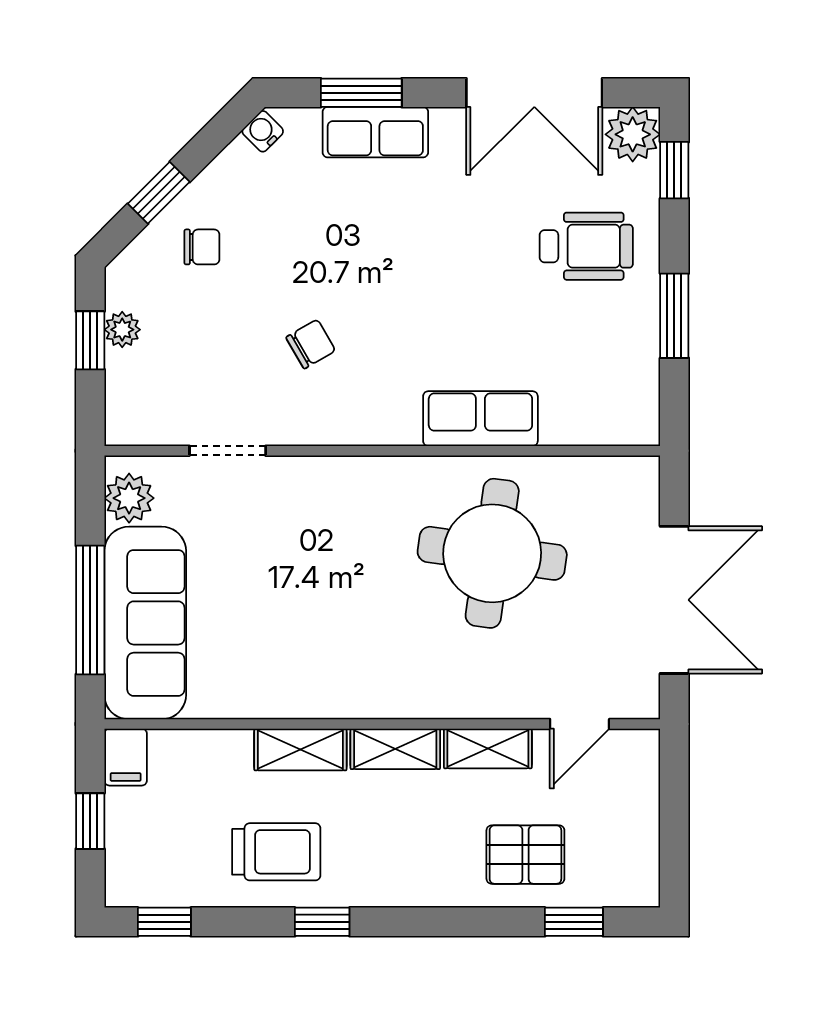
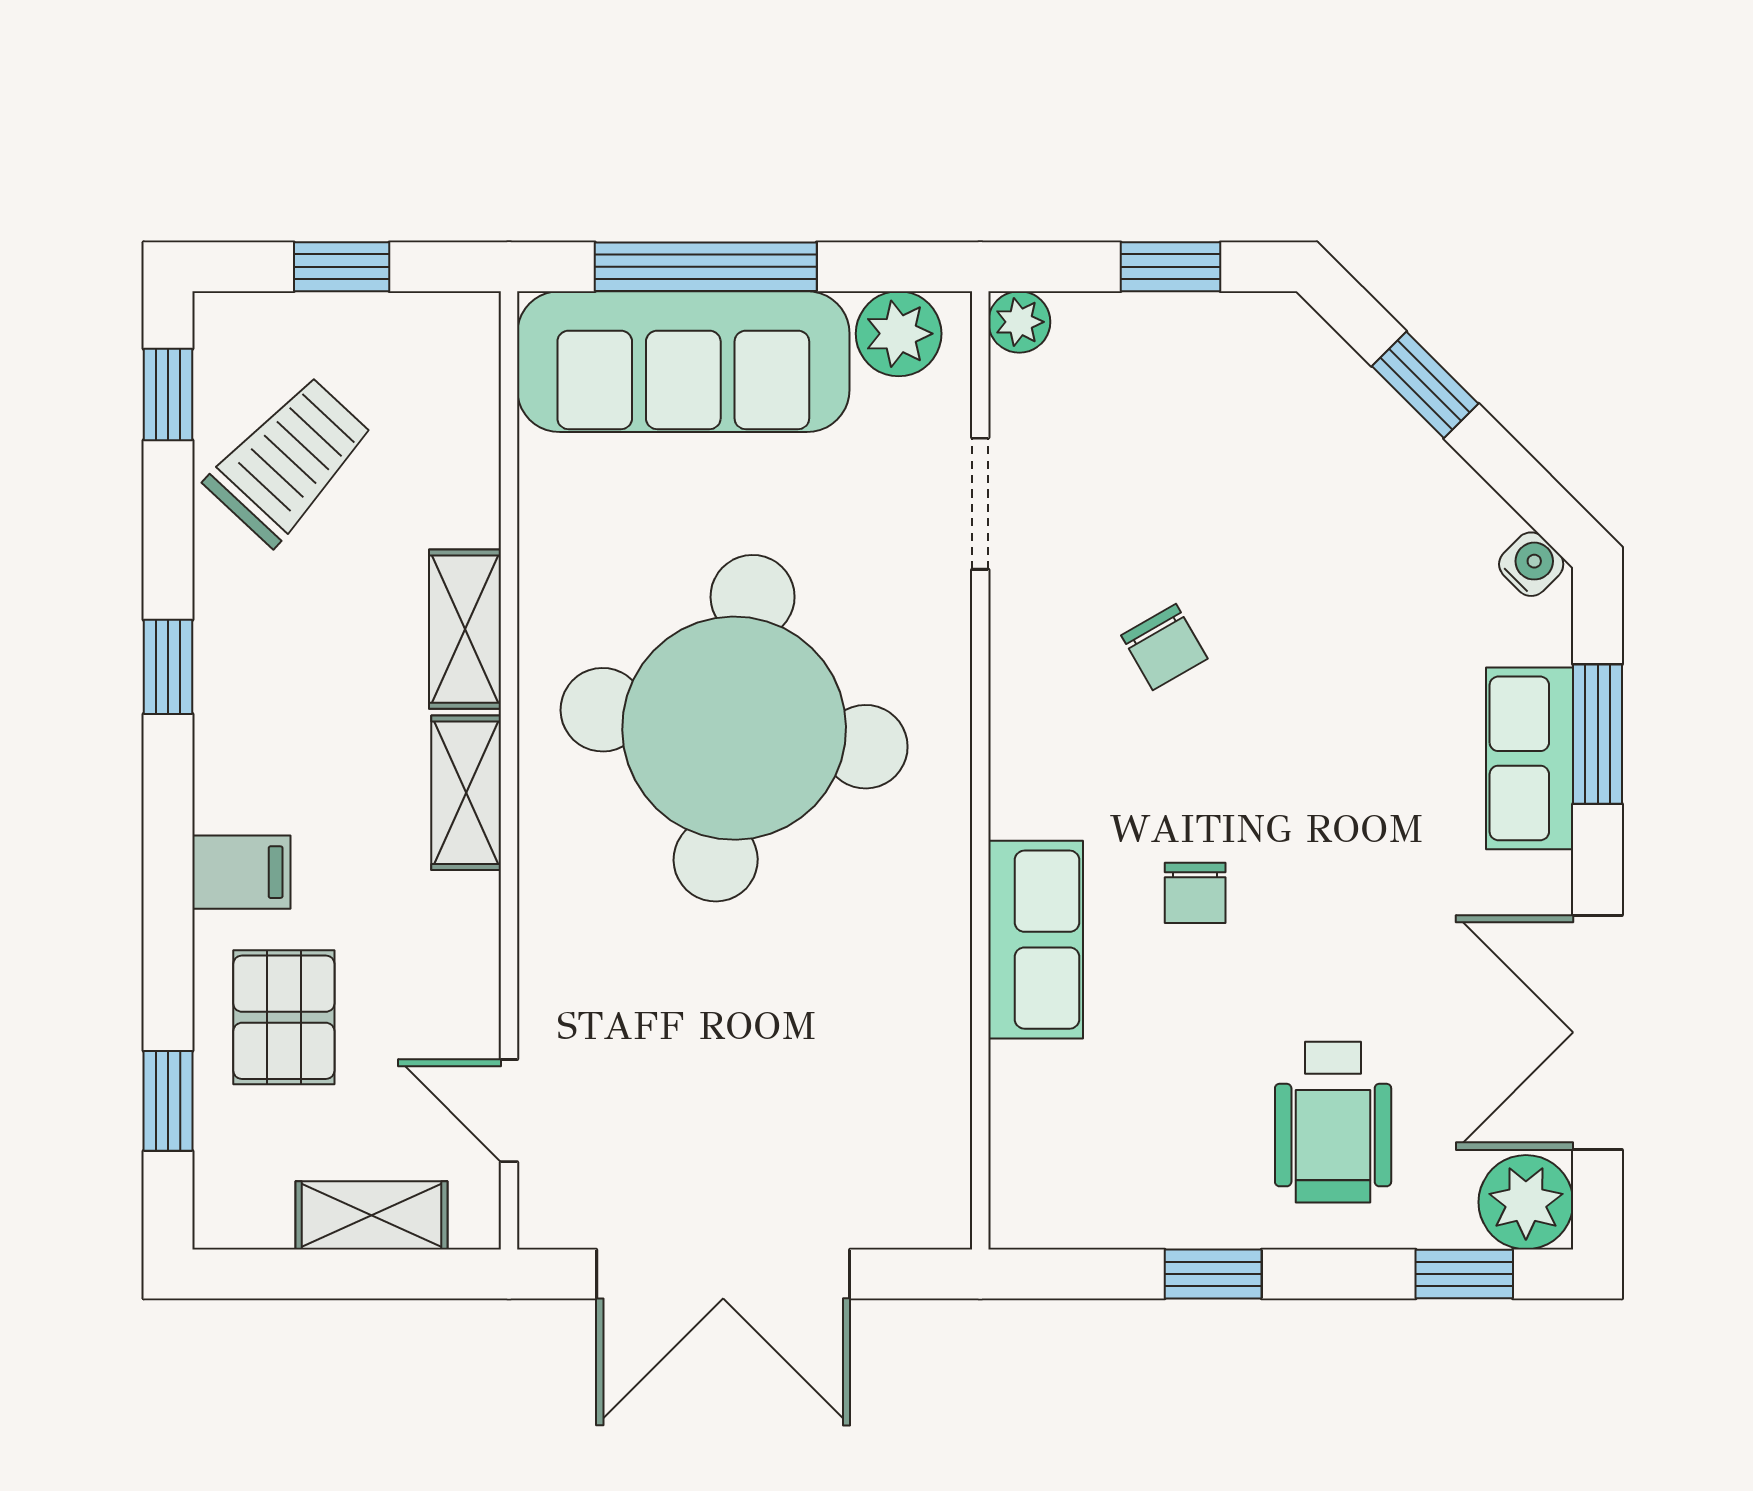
chair: (202, 247) -> (1195, 893), moved
window: (674, 316) -> (1213, 1274), width x0.67
plant: (122, 330) -> (1019, 322), moved
round table: (492, 553) -> (734, 728), moved, width x1.36, depth x1.36
shelving: (488, 748) -> (372, 1215), moved, turned 90
filing cabinet: (126, 757) -> (241, 872), moved, turned 180
trolley: (276, 852) -> (289, 460), moved, turned -137

